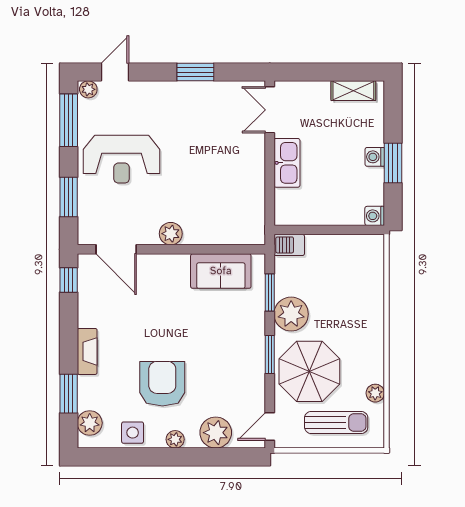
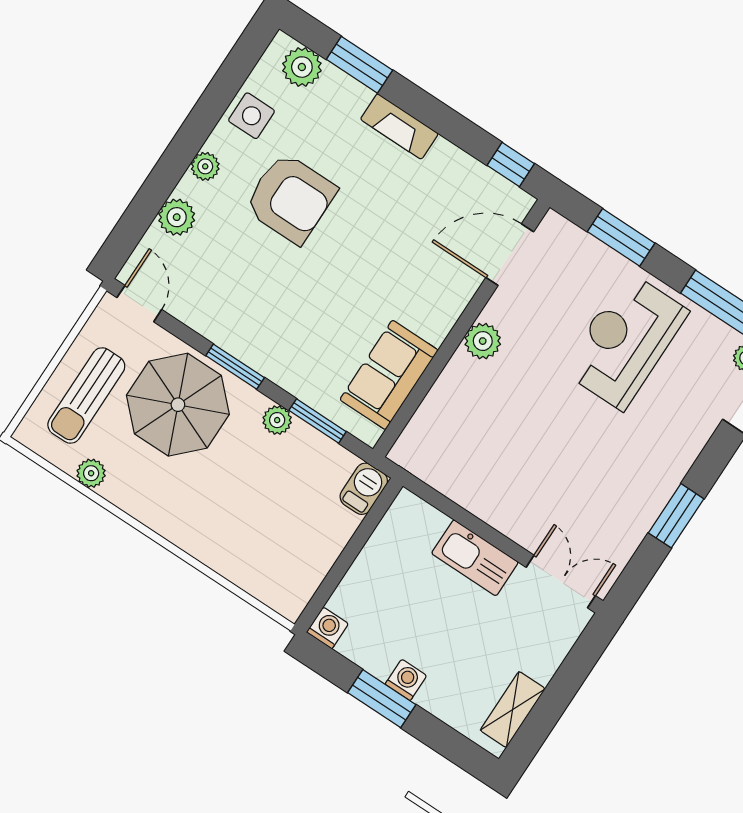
plant: (291, 314) -> (277, 420), width x0.53, depth x0.53
plant: (216, 433) -> (177, 217), width x0.73, depth x0.73

